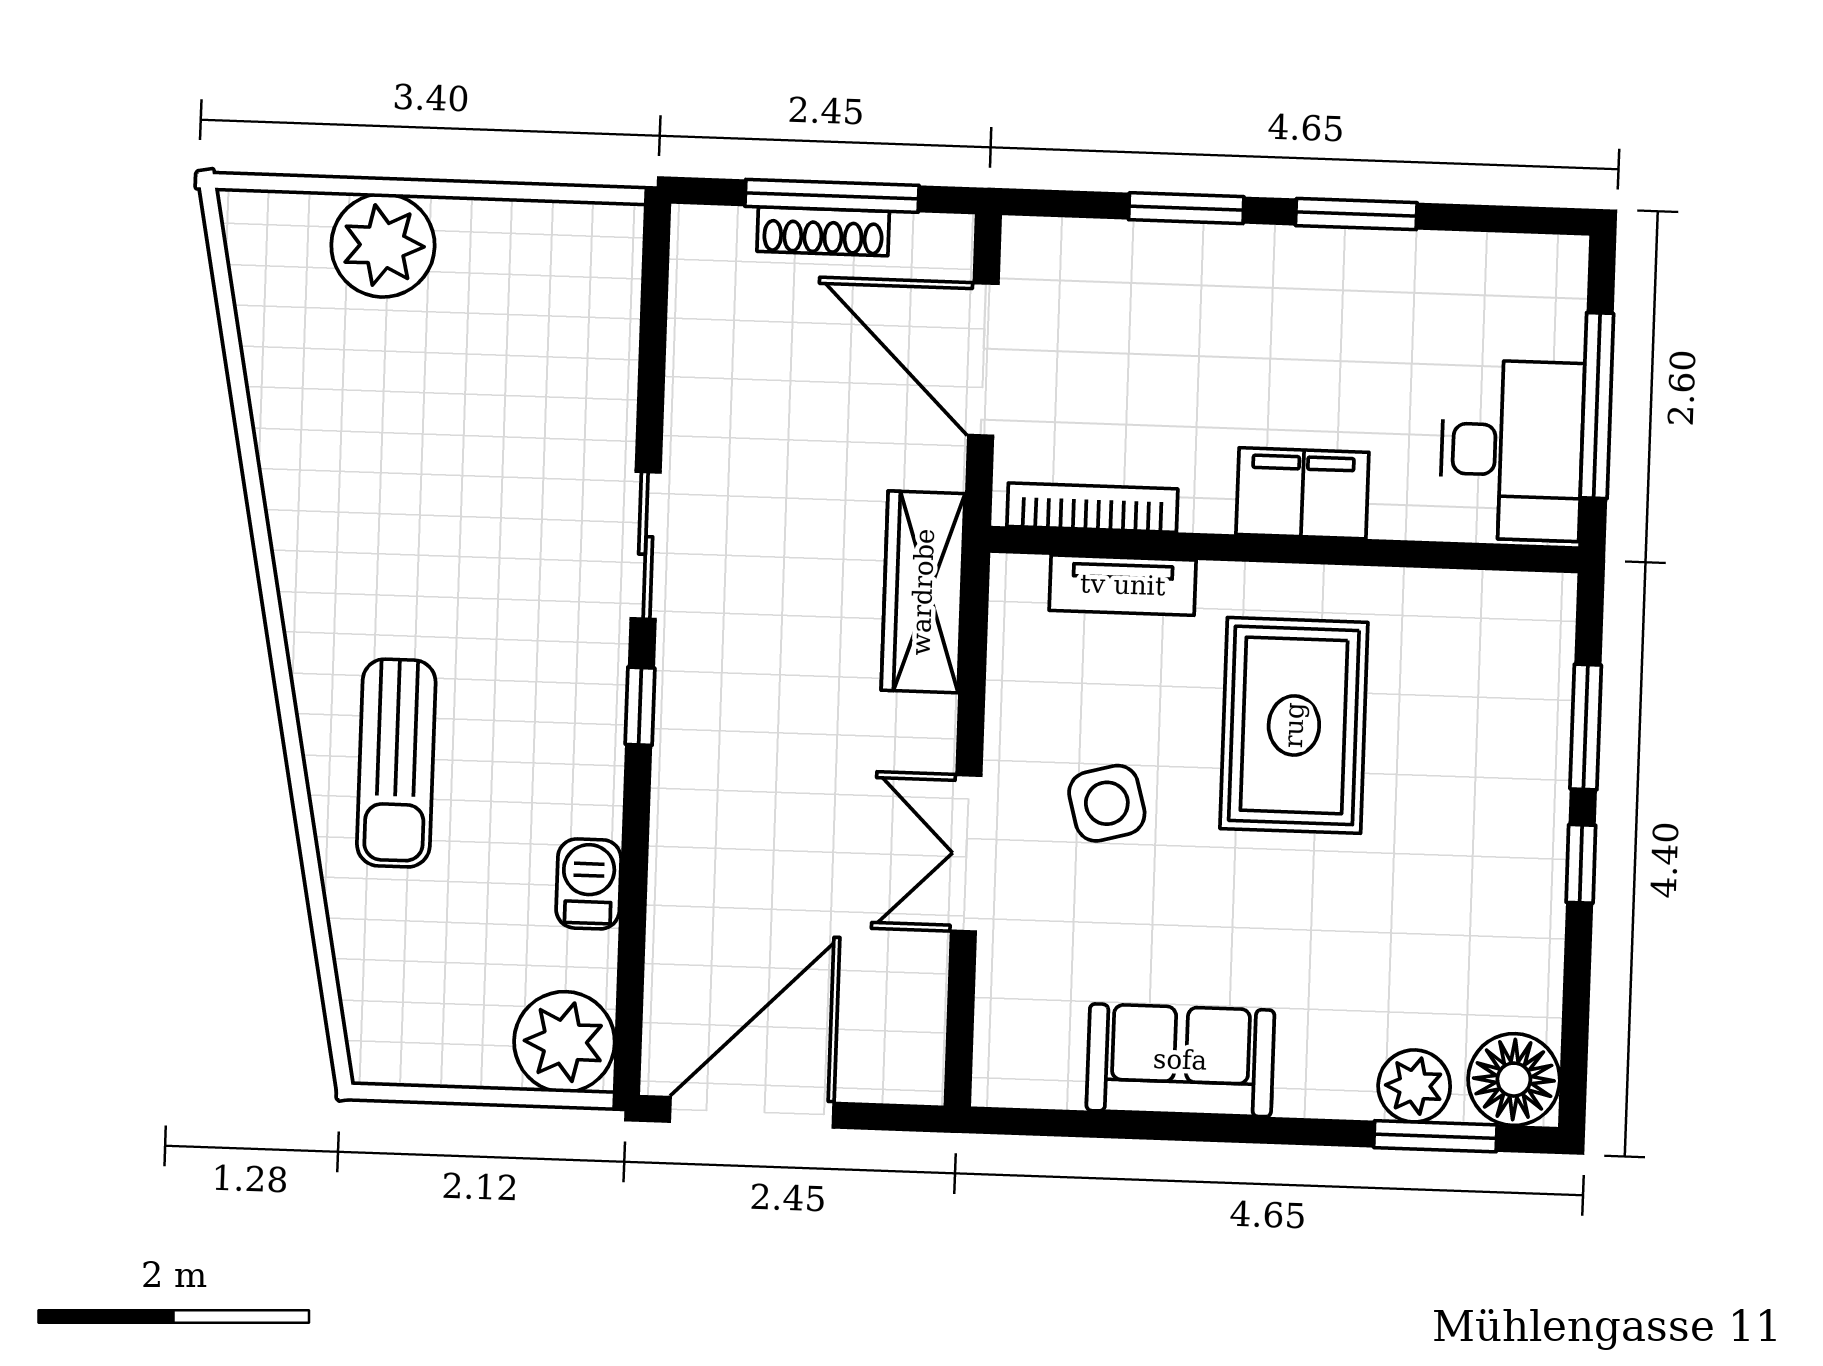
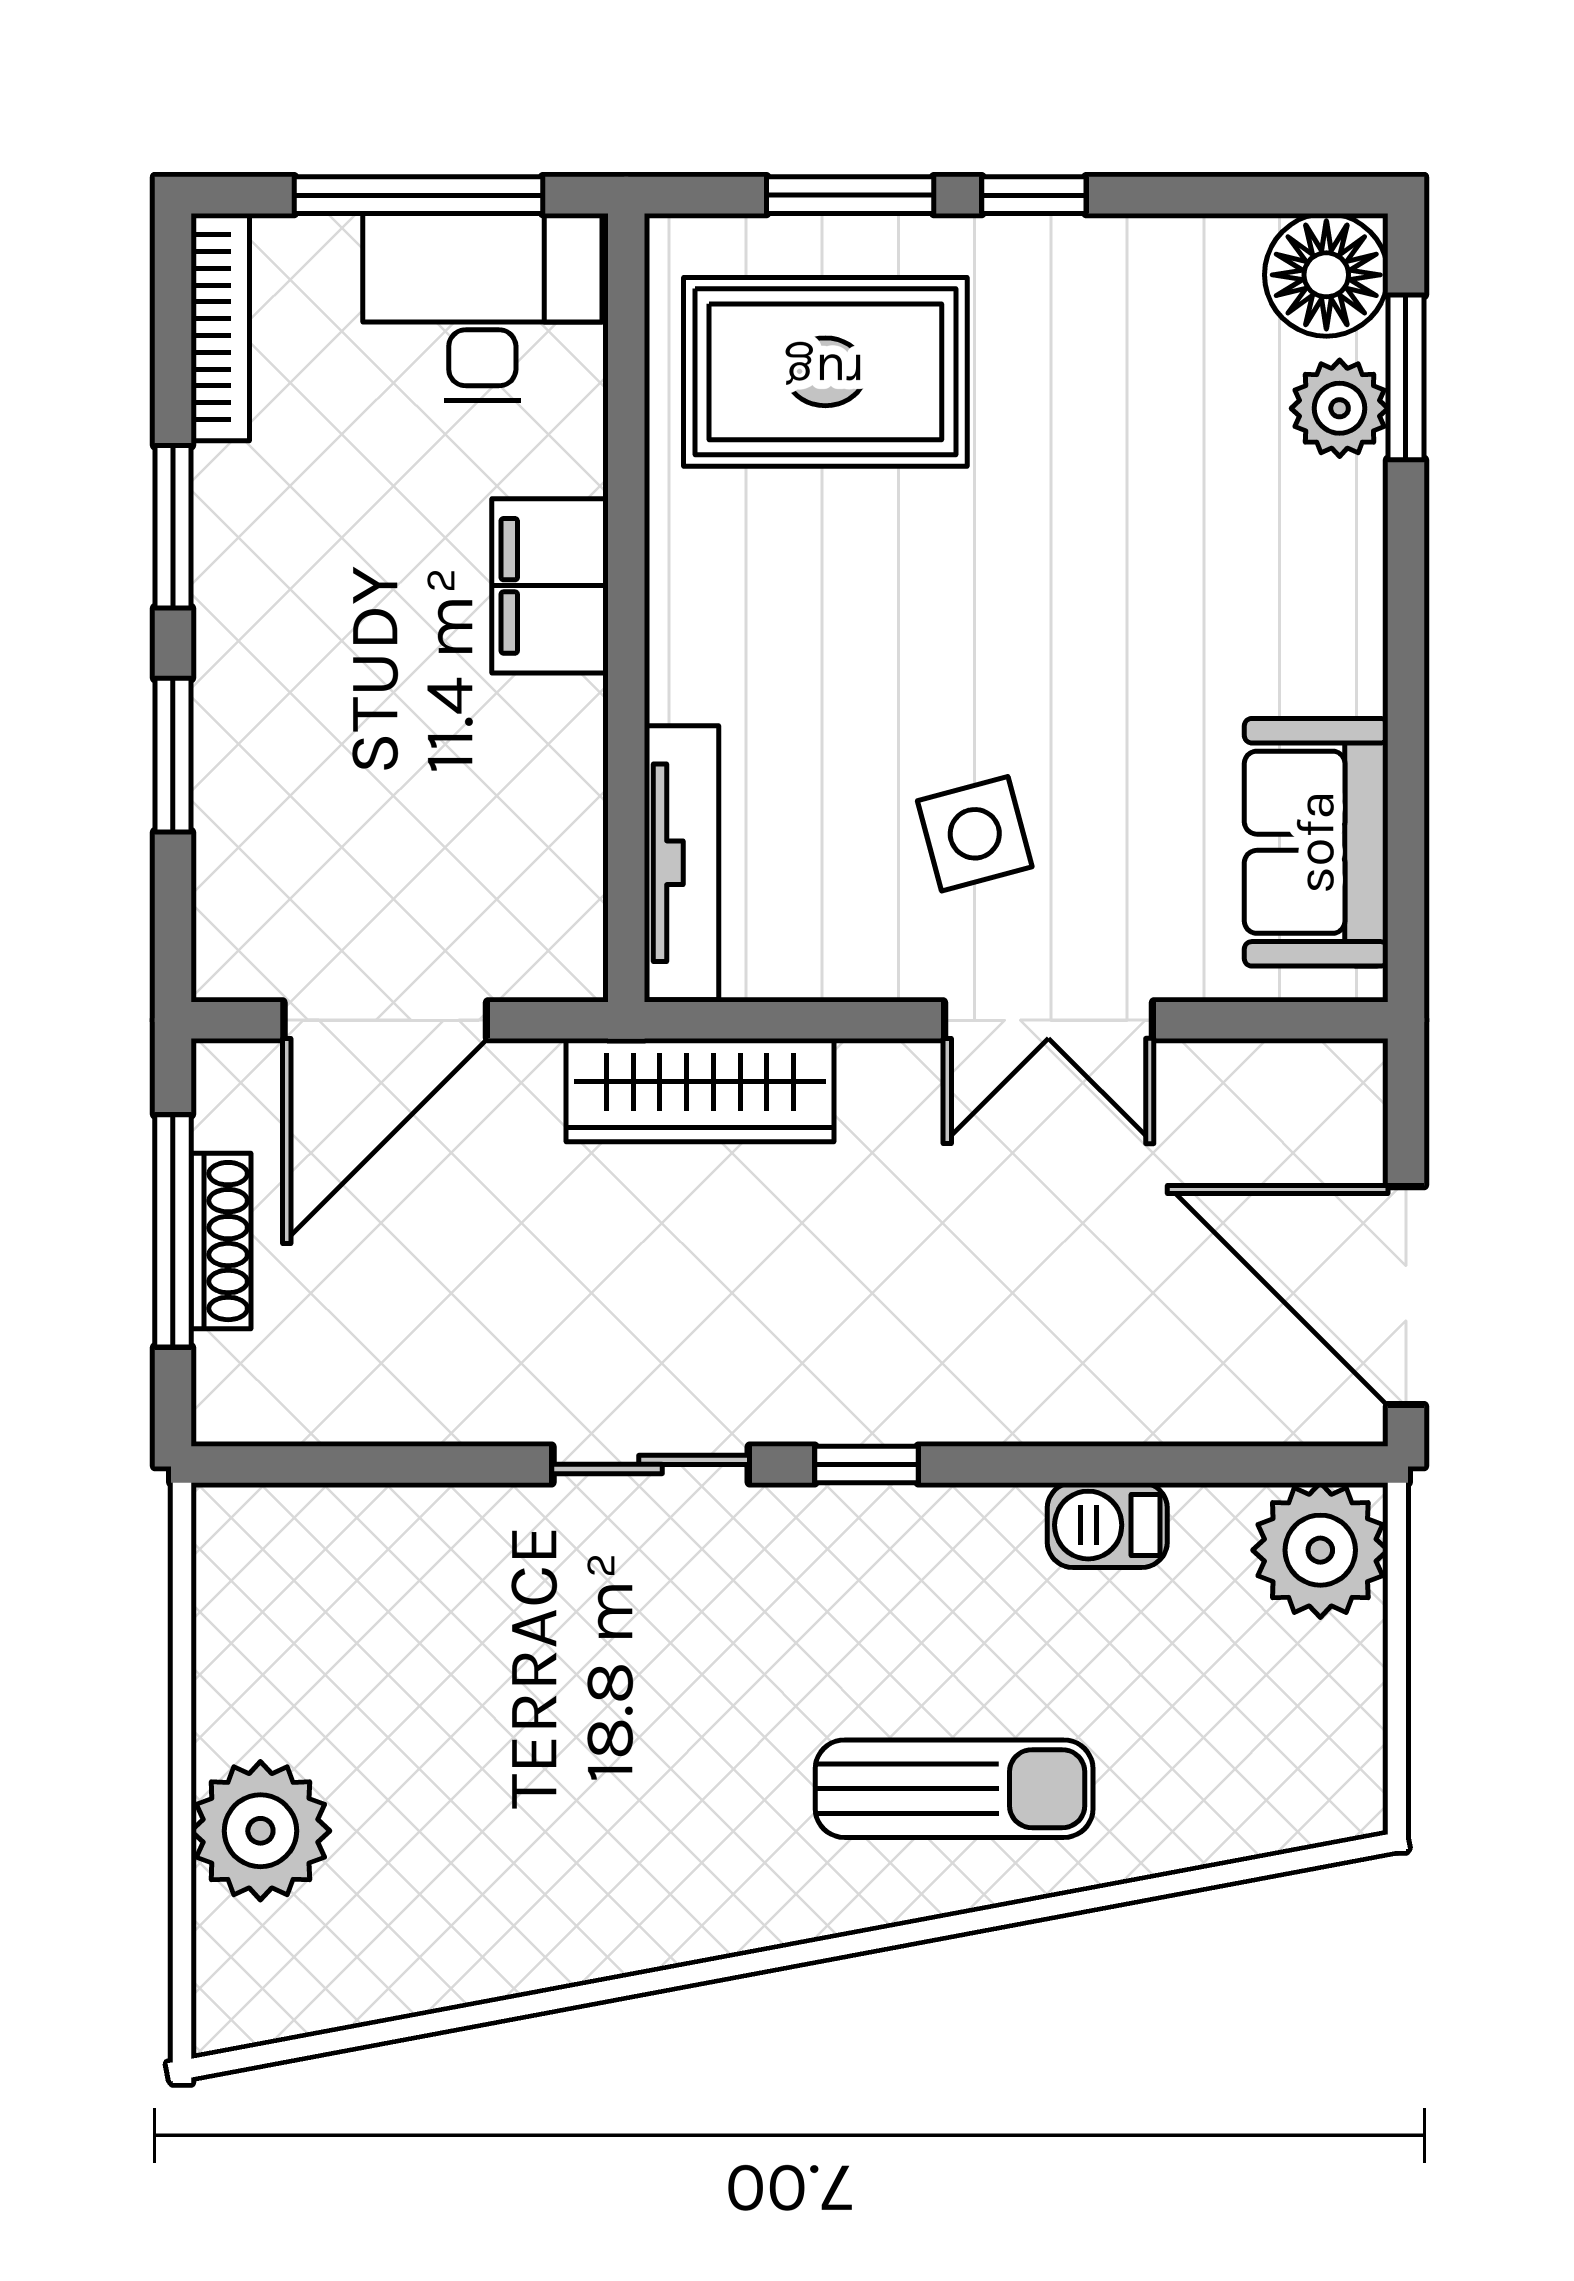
bookcase: (1092, 508) -> (220, 327), moved, turned 180
tv unit: (1123, 585) -> (682, 863), width x1.41
rug: (1294, 725) -> (825, 372), moved
sofa: (1180, 1060) -> (1316, 842), moved

